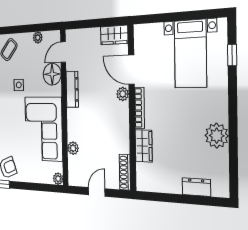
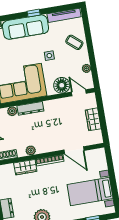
wardrobe: (114, 35) -> (93, 119), moved
door: (131, 70) -> (74, 150), swing flipped
dresser: (72, 89) -> (30, 108), moved
plant: (123, 94) -> (31, 150), moved

